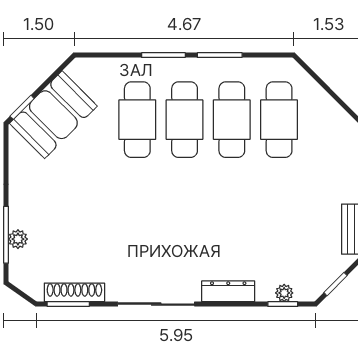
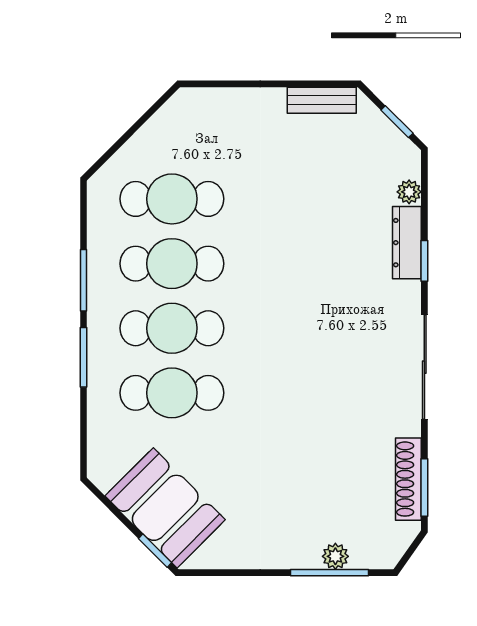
dresser: (228, 291) -> (407, 243), moved
window: (283, 304) -> (424, 261), moved

